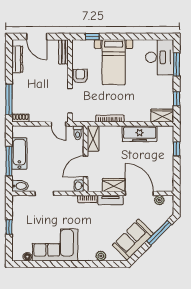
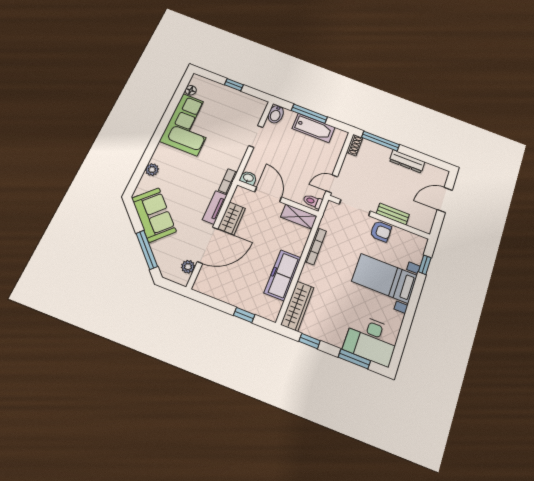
bench: (63, 52) -> (393, 214), moved
dresser: (17, 59) -> (407, 161), moved
wardrobe: (162, 116) -> (297, 306), width x1.50

